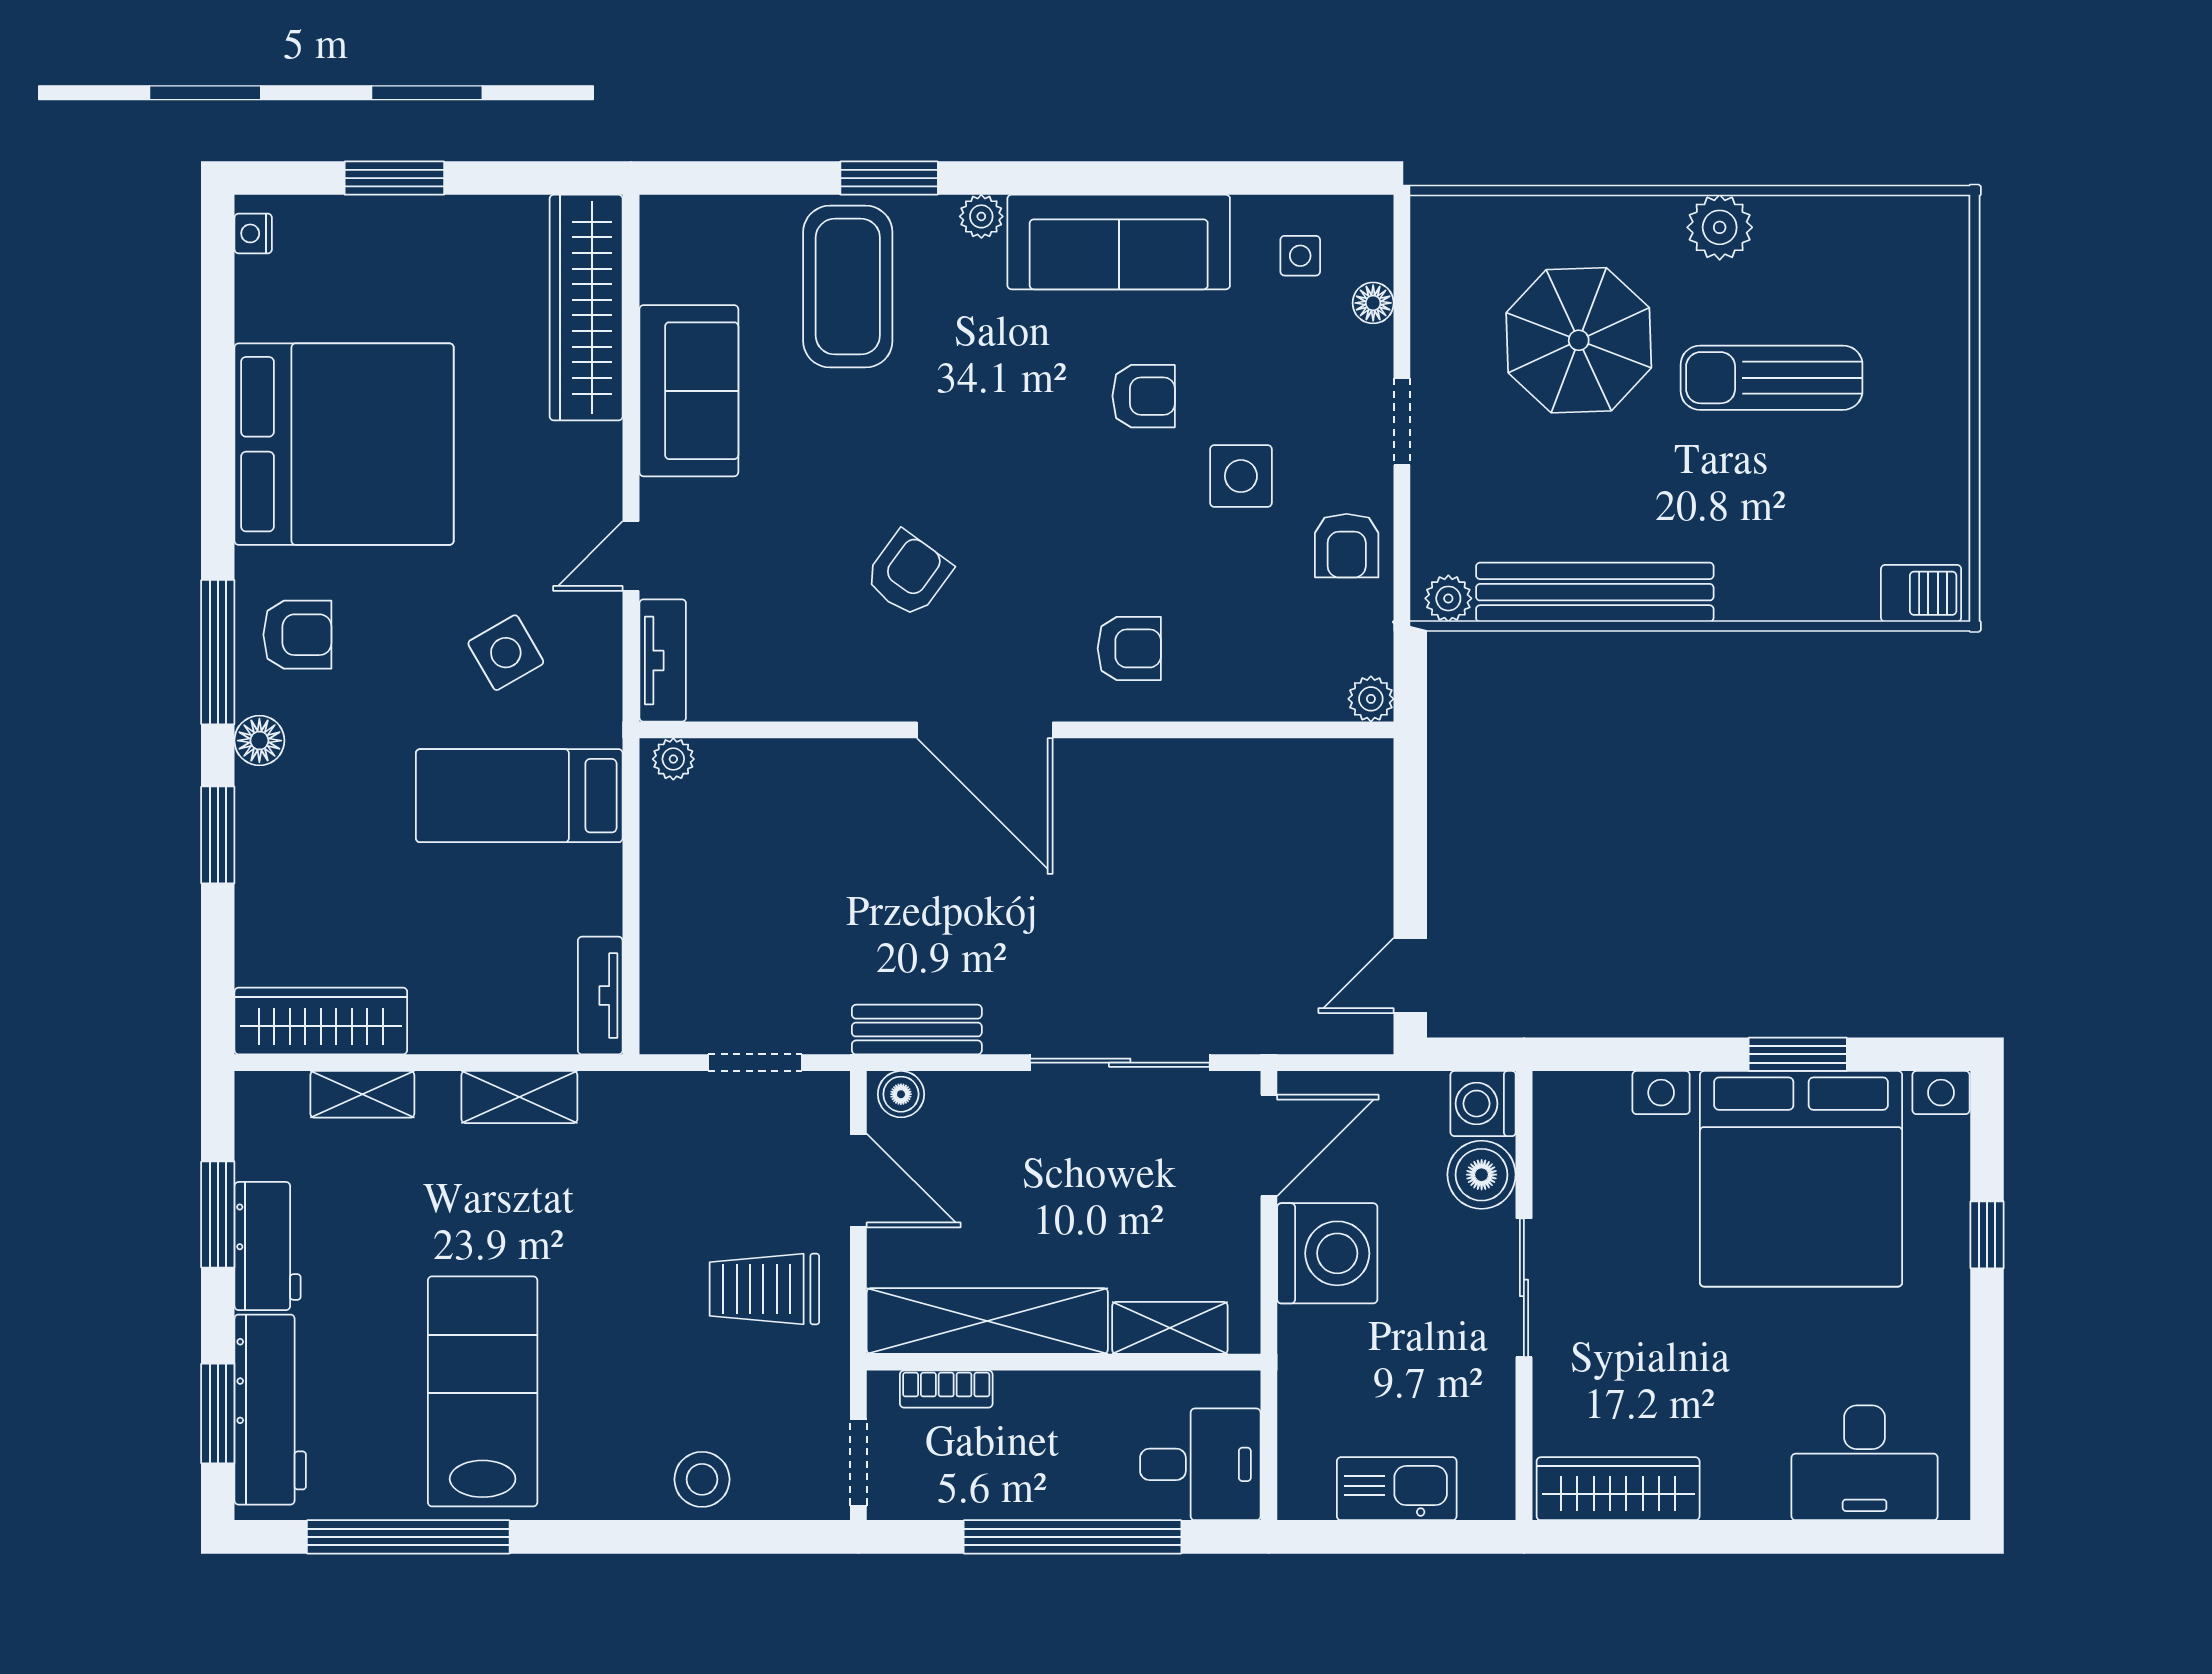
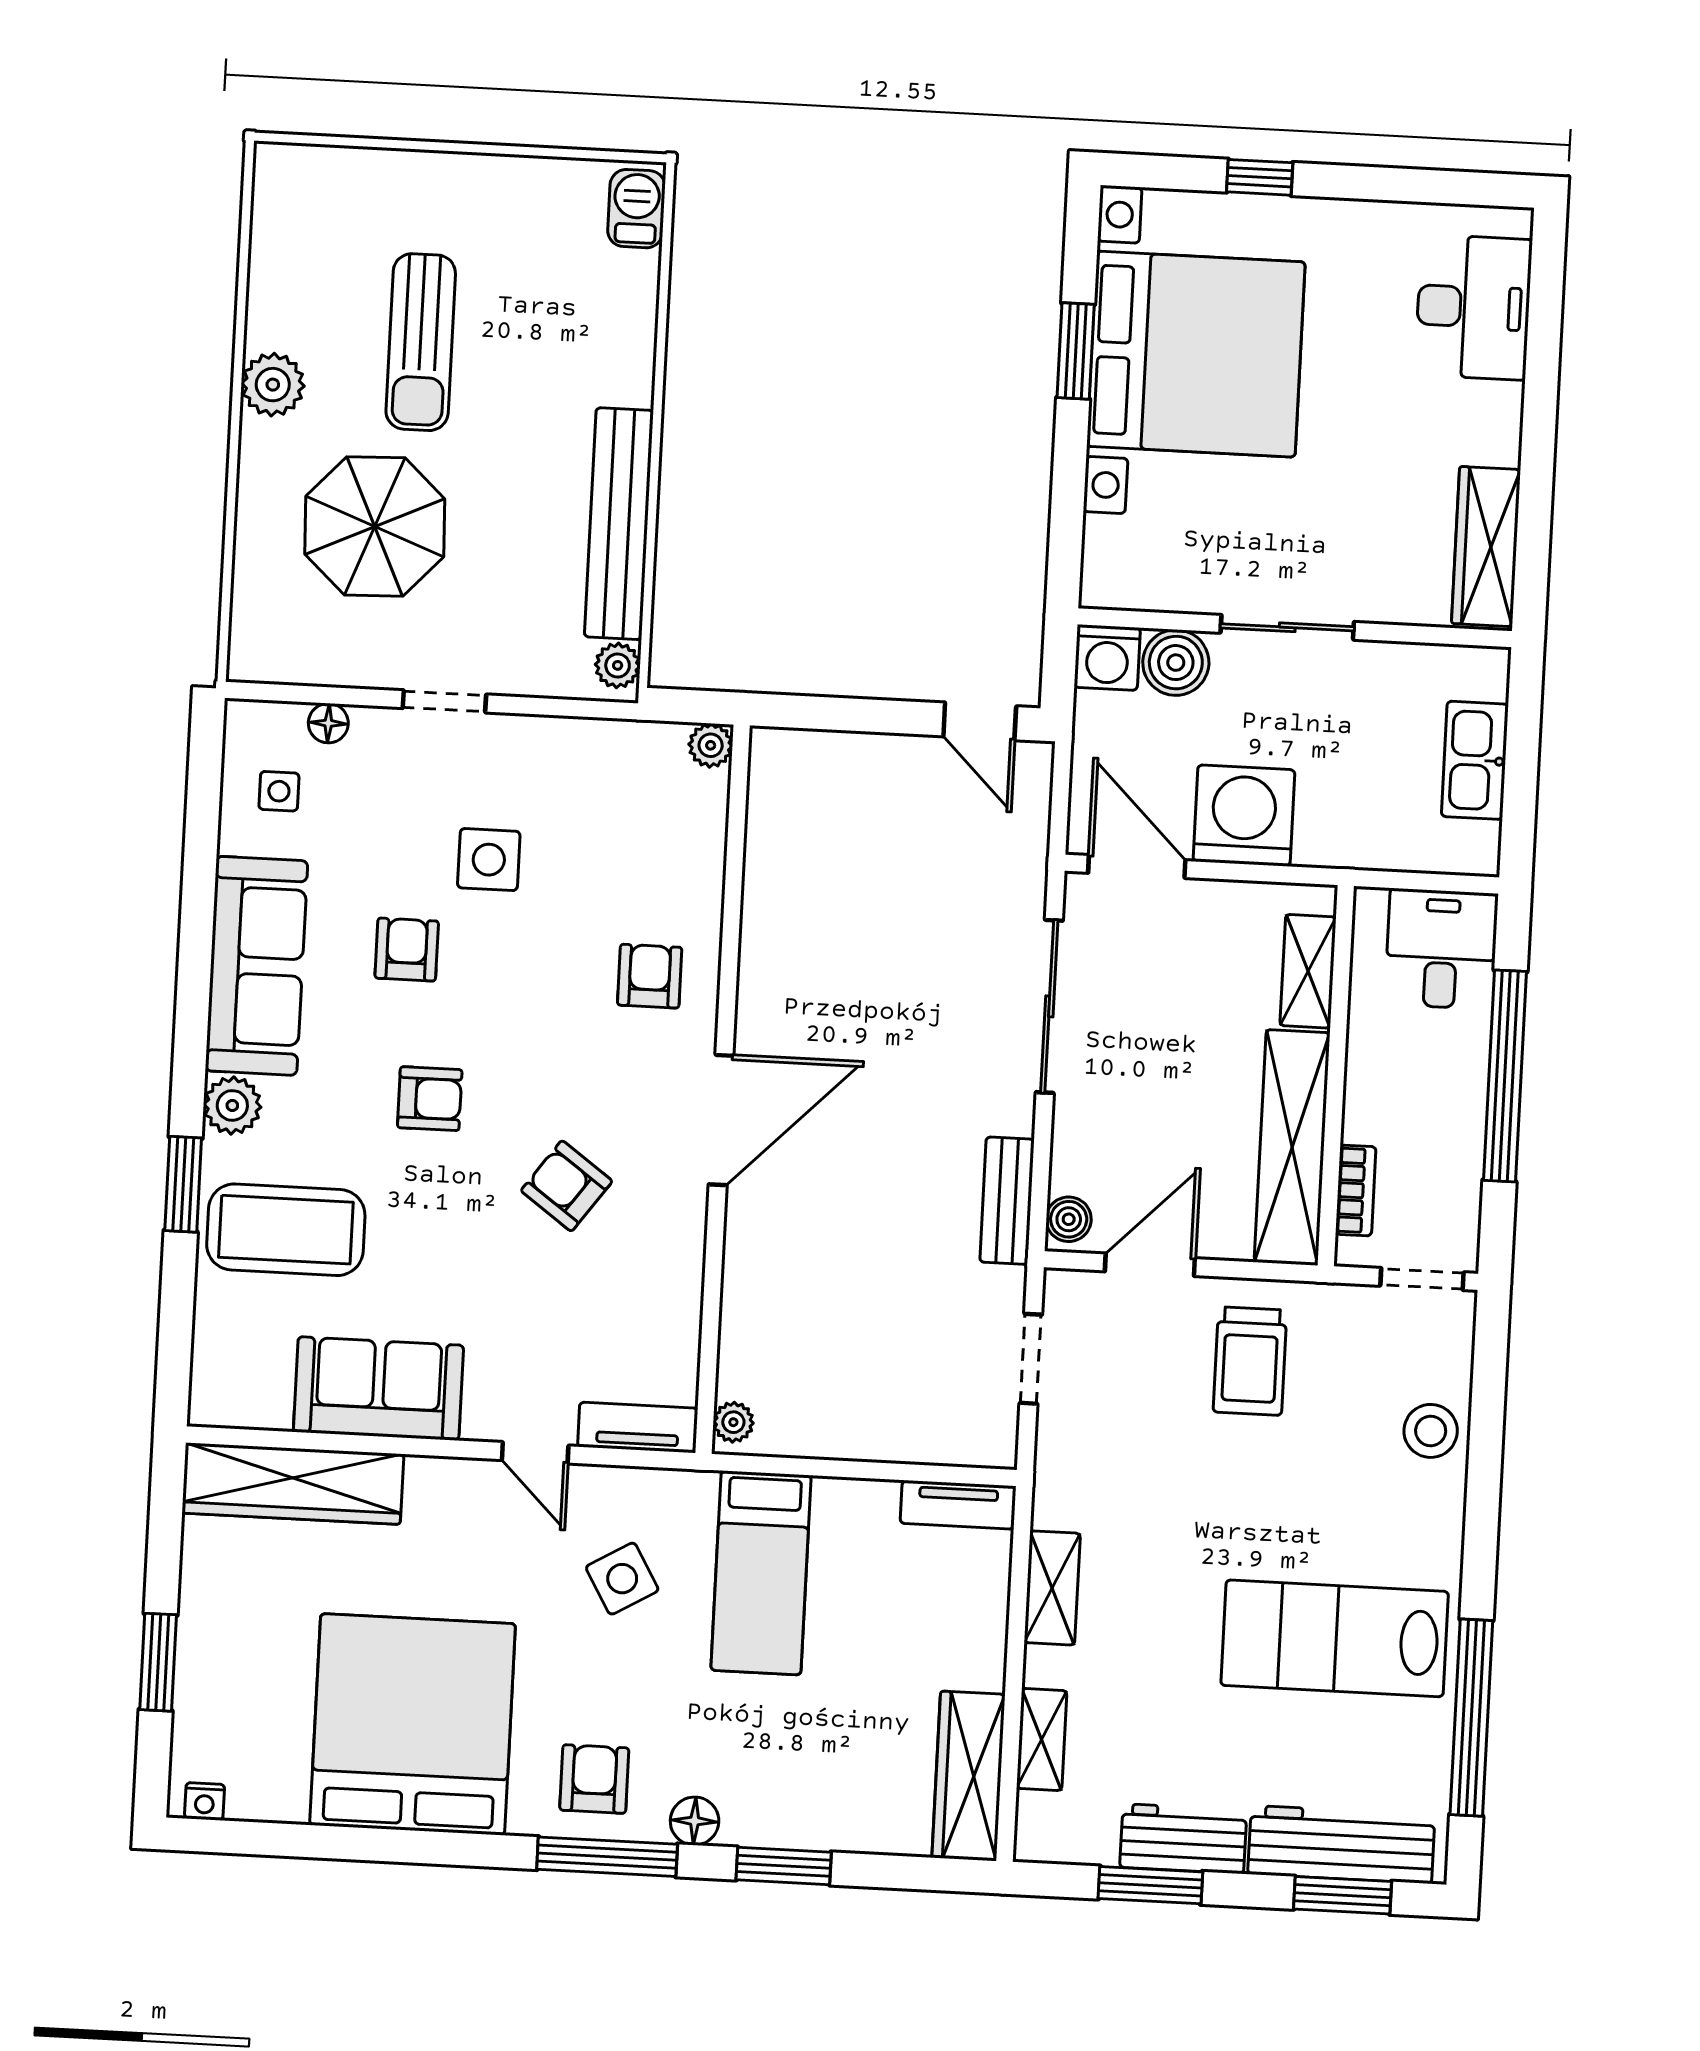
plant: (981, 216) -> (232, 1105), width x1.38, depth x1.38
armchair: (1347, 546) -> (430, 1099), moved

